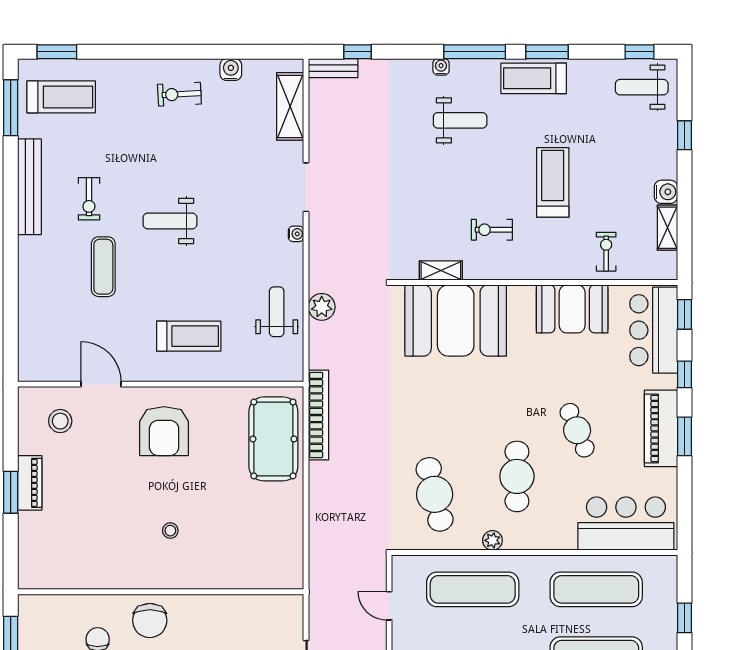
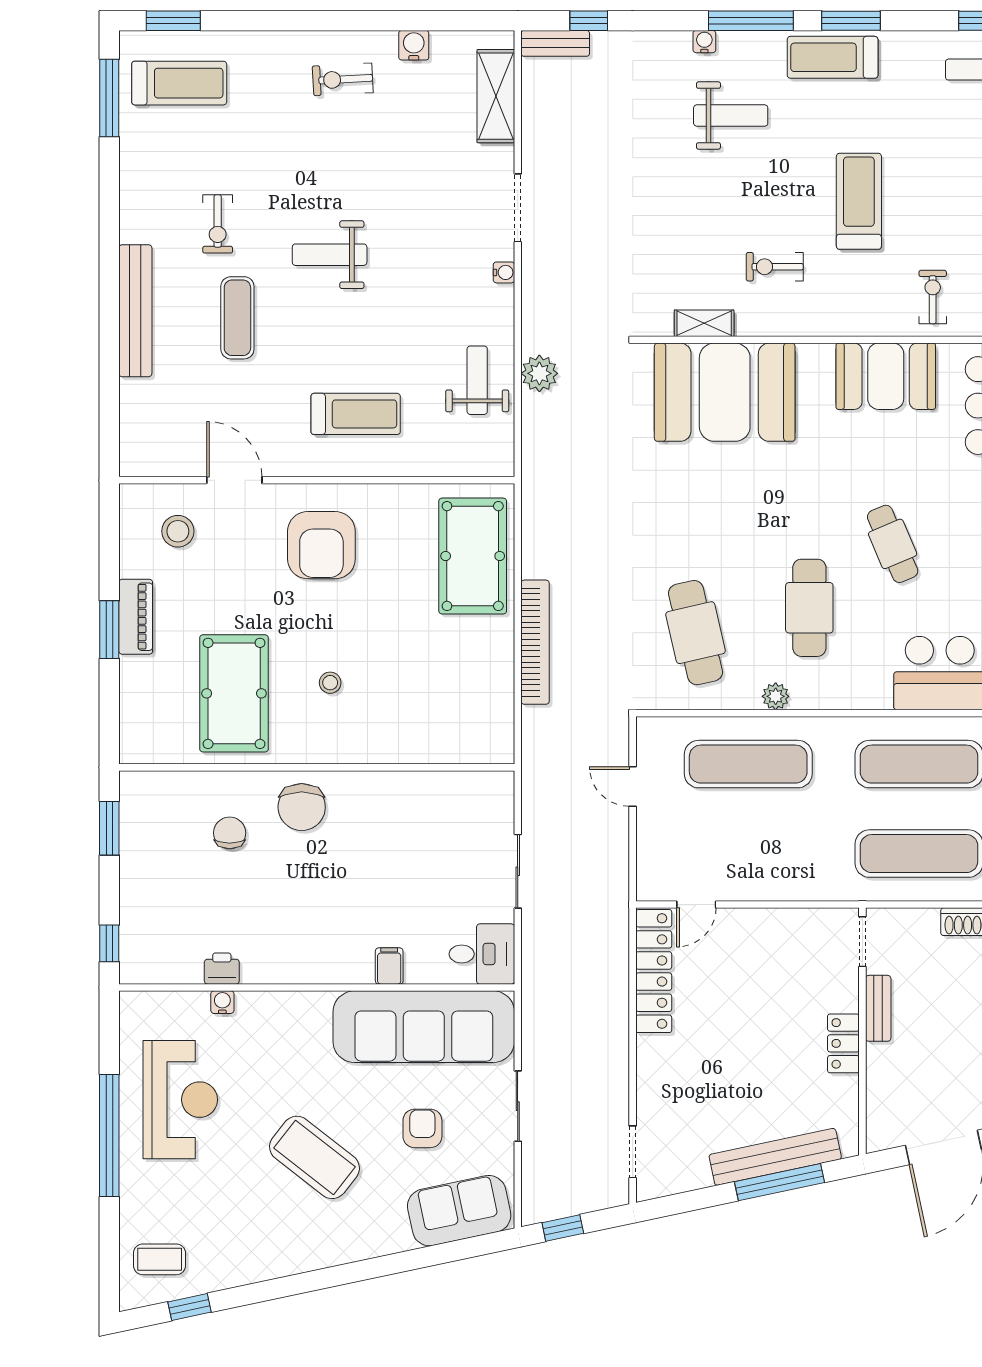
bench: (29, 187) -> (135, 311), moved
bookcase: (319, 415) -> (535, 642), moved
pool table: (101, 538) -> (234, 693), added

